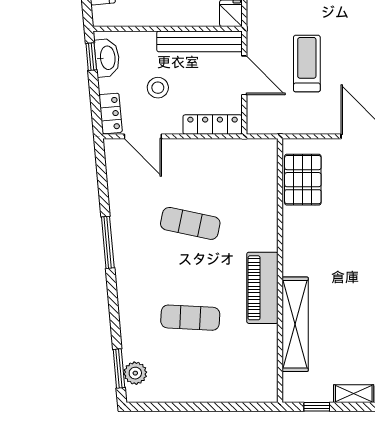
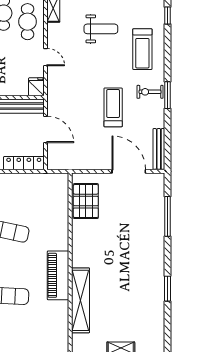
treadmill: (307, 64) -> (113, 107), moved

